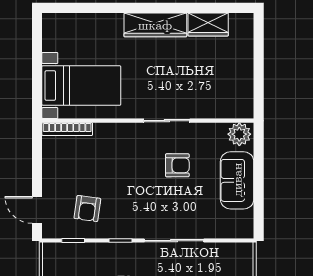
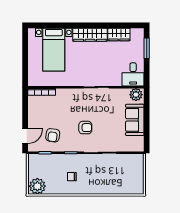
window: (259, 50) -> (147, 48), added
bed with nightstands: (81, 86) -> (54, 50), moved, turned 90
desk: (234, 97) -> (133, 74), added
armchair: (177, 165) -> (85, 128), moved
door: (37, 210) -> (25, 136), swing flipped

